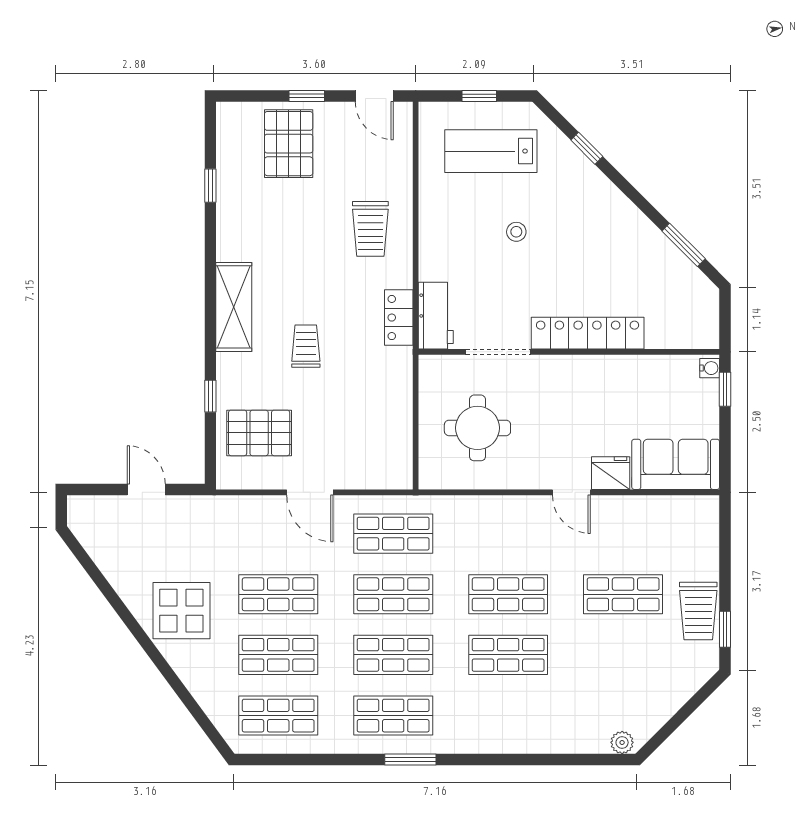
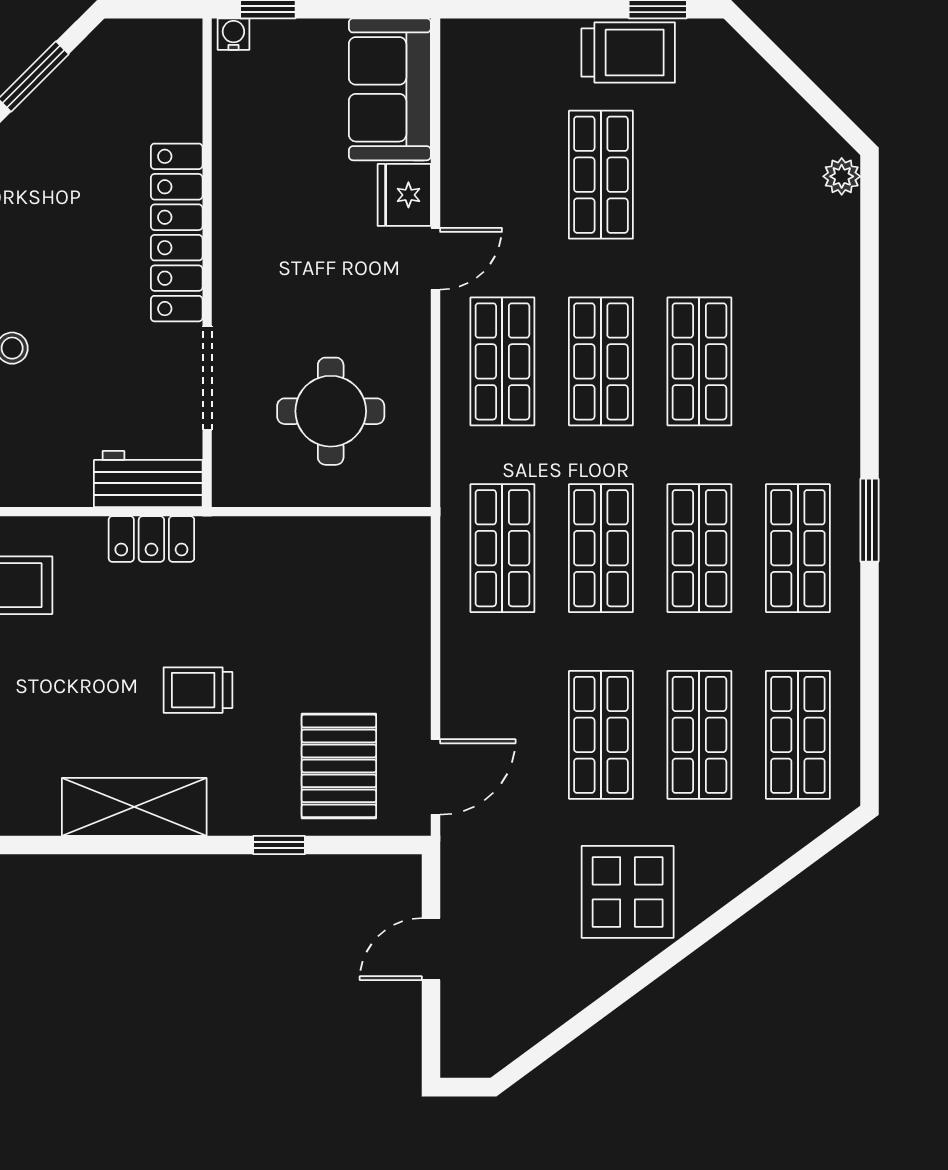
door: (310, 492) -> (435, 777), moved
shop shelf: (508, 534) -> (502, 361), added

